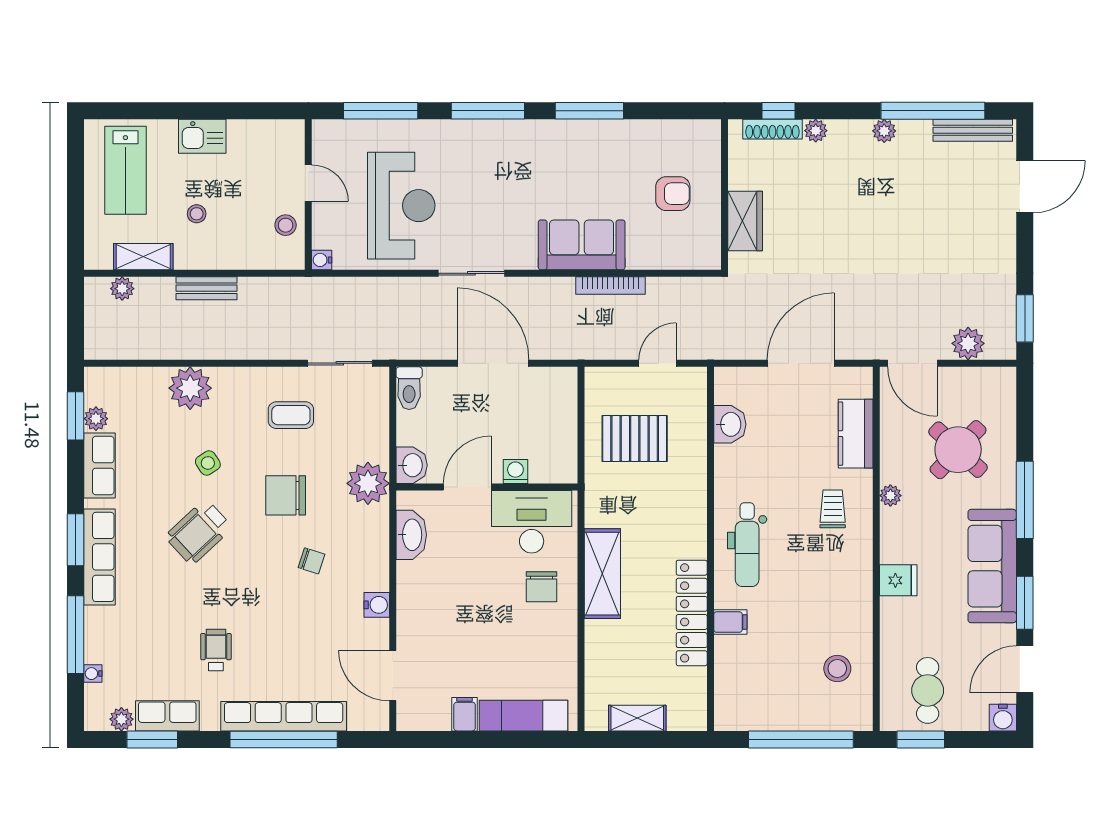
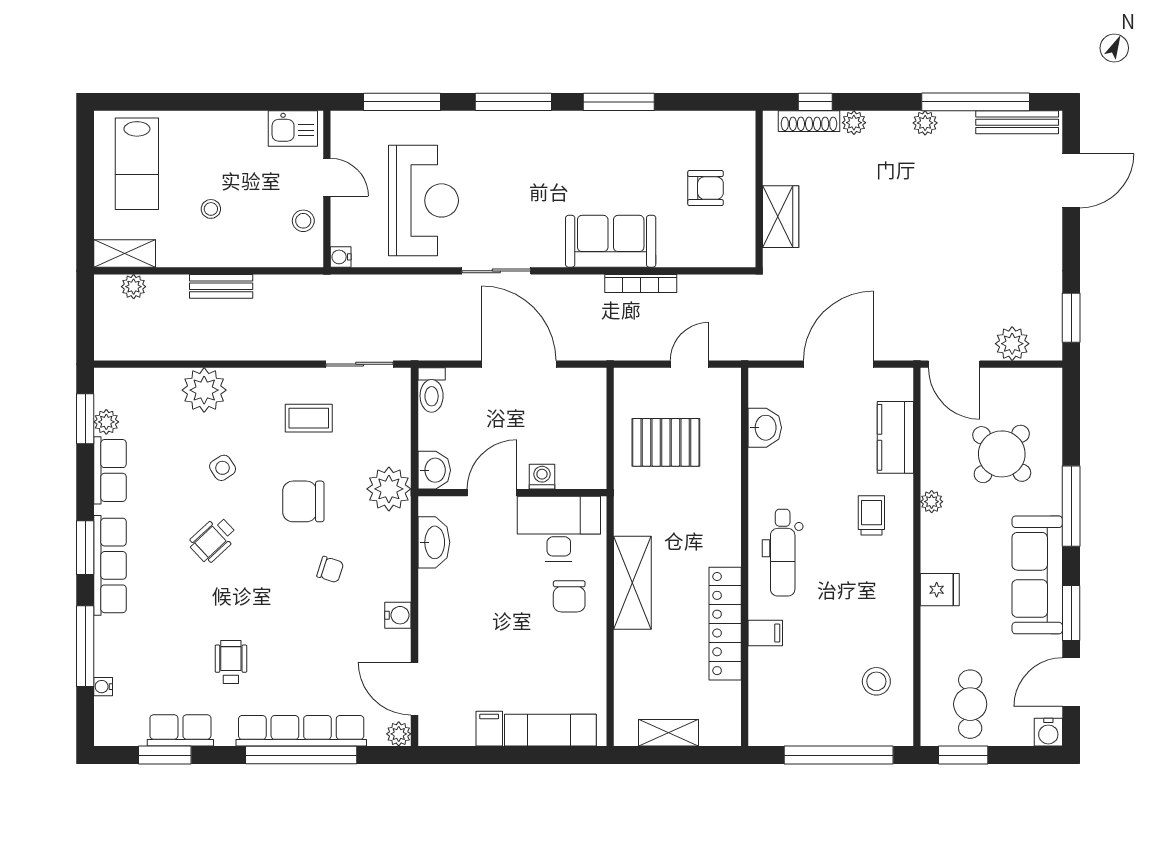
kitchen sink: (202, 136) -> (293, 128), moved
shelving: (143, 257) -> (125, 253), moved
wheelchair: (199, 532) -> (213, 540), width x0.73, depth x0.73
plant: (121, 719) -> (399, 734), moved

